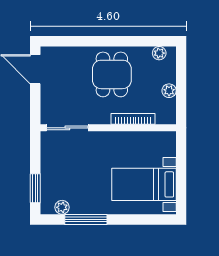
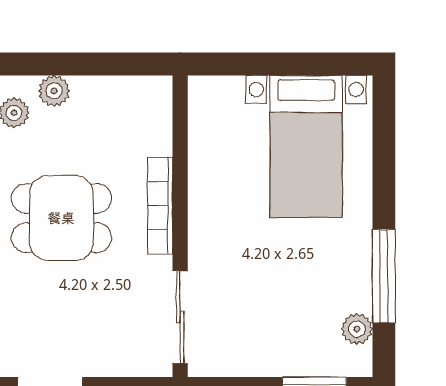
plant: (169, 91) -> (54, 91), moved
bookcase: (133, 119) -> (160, 206), moved

